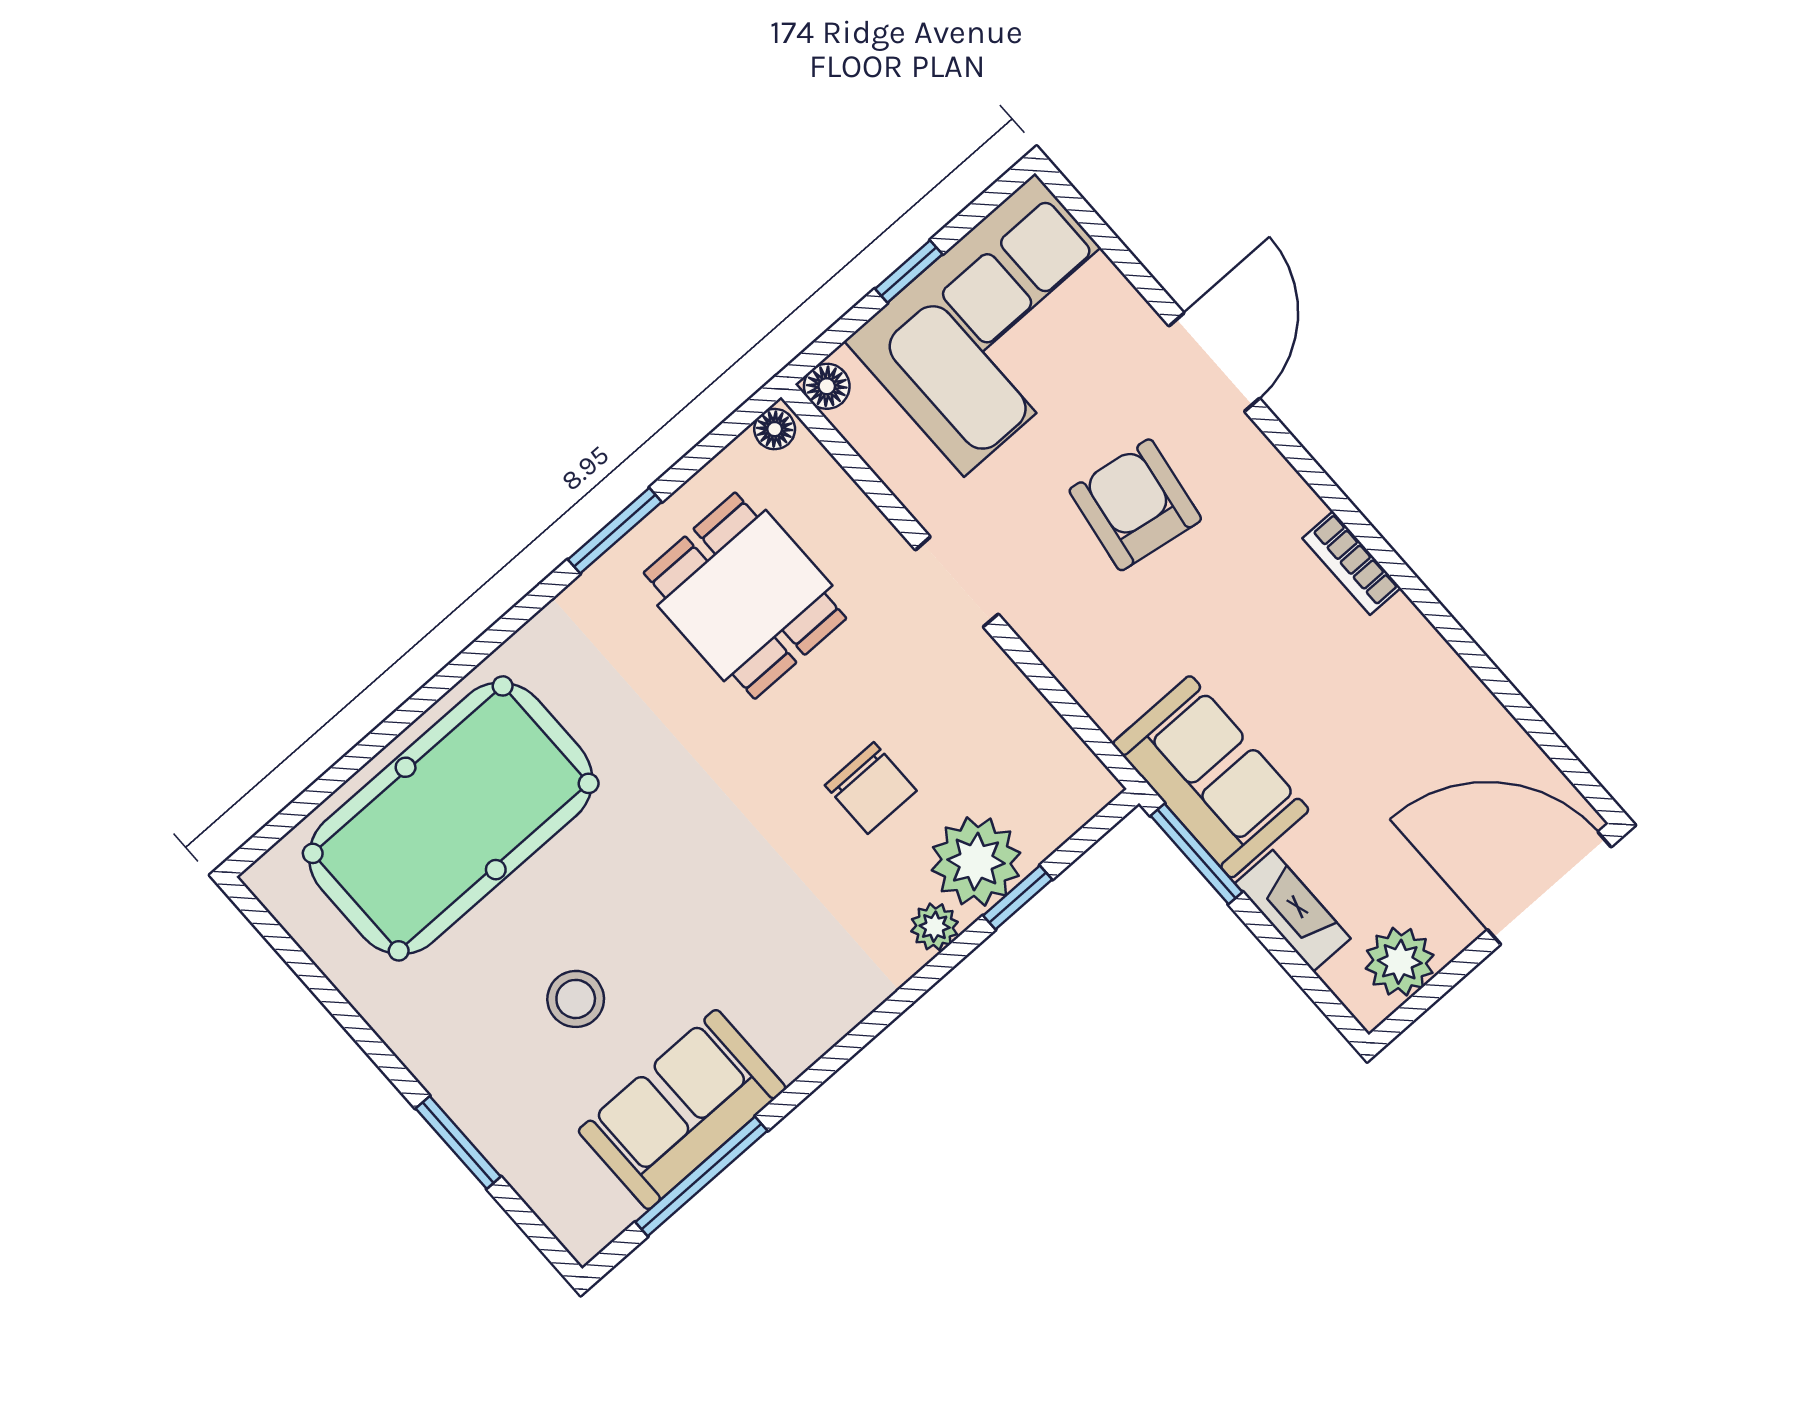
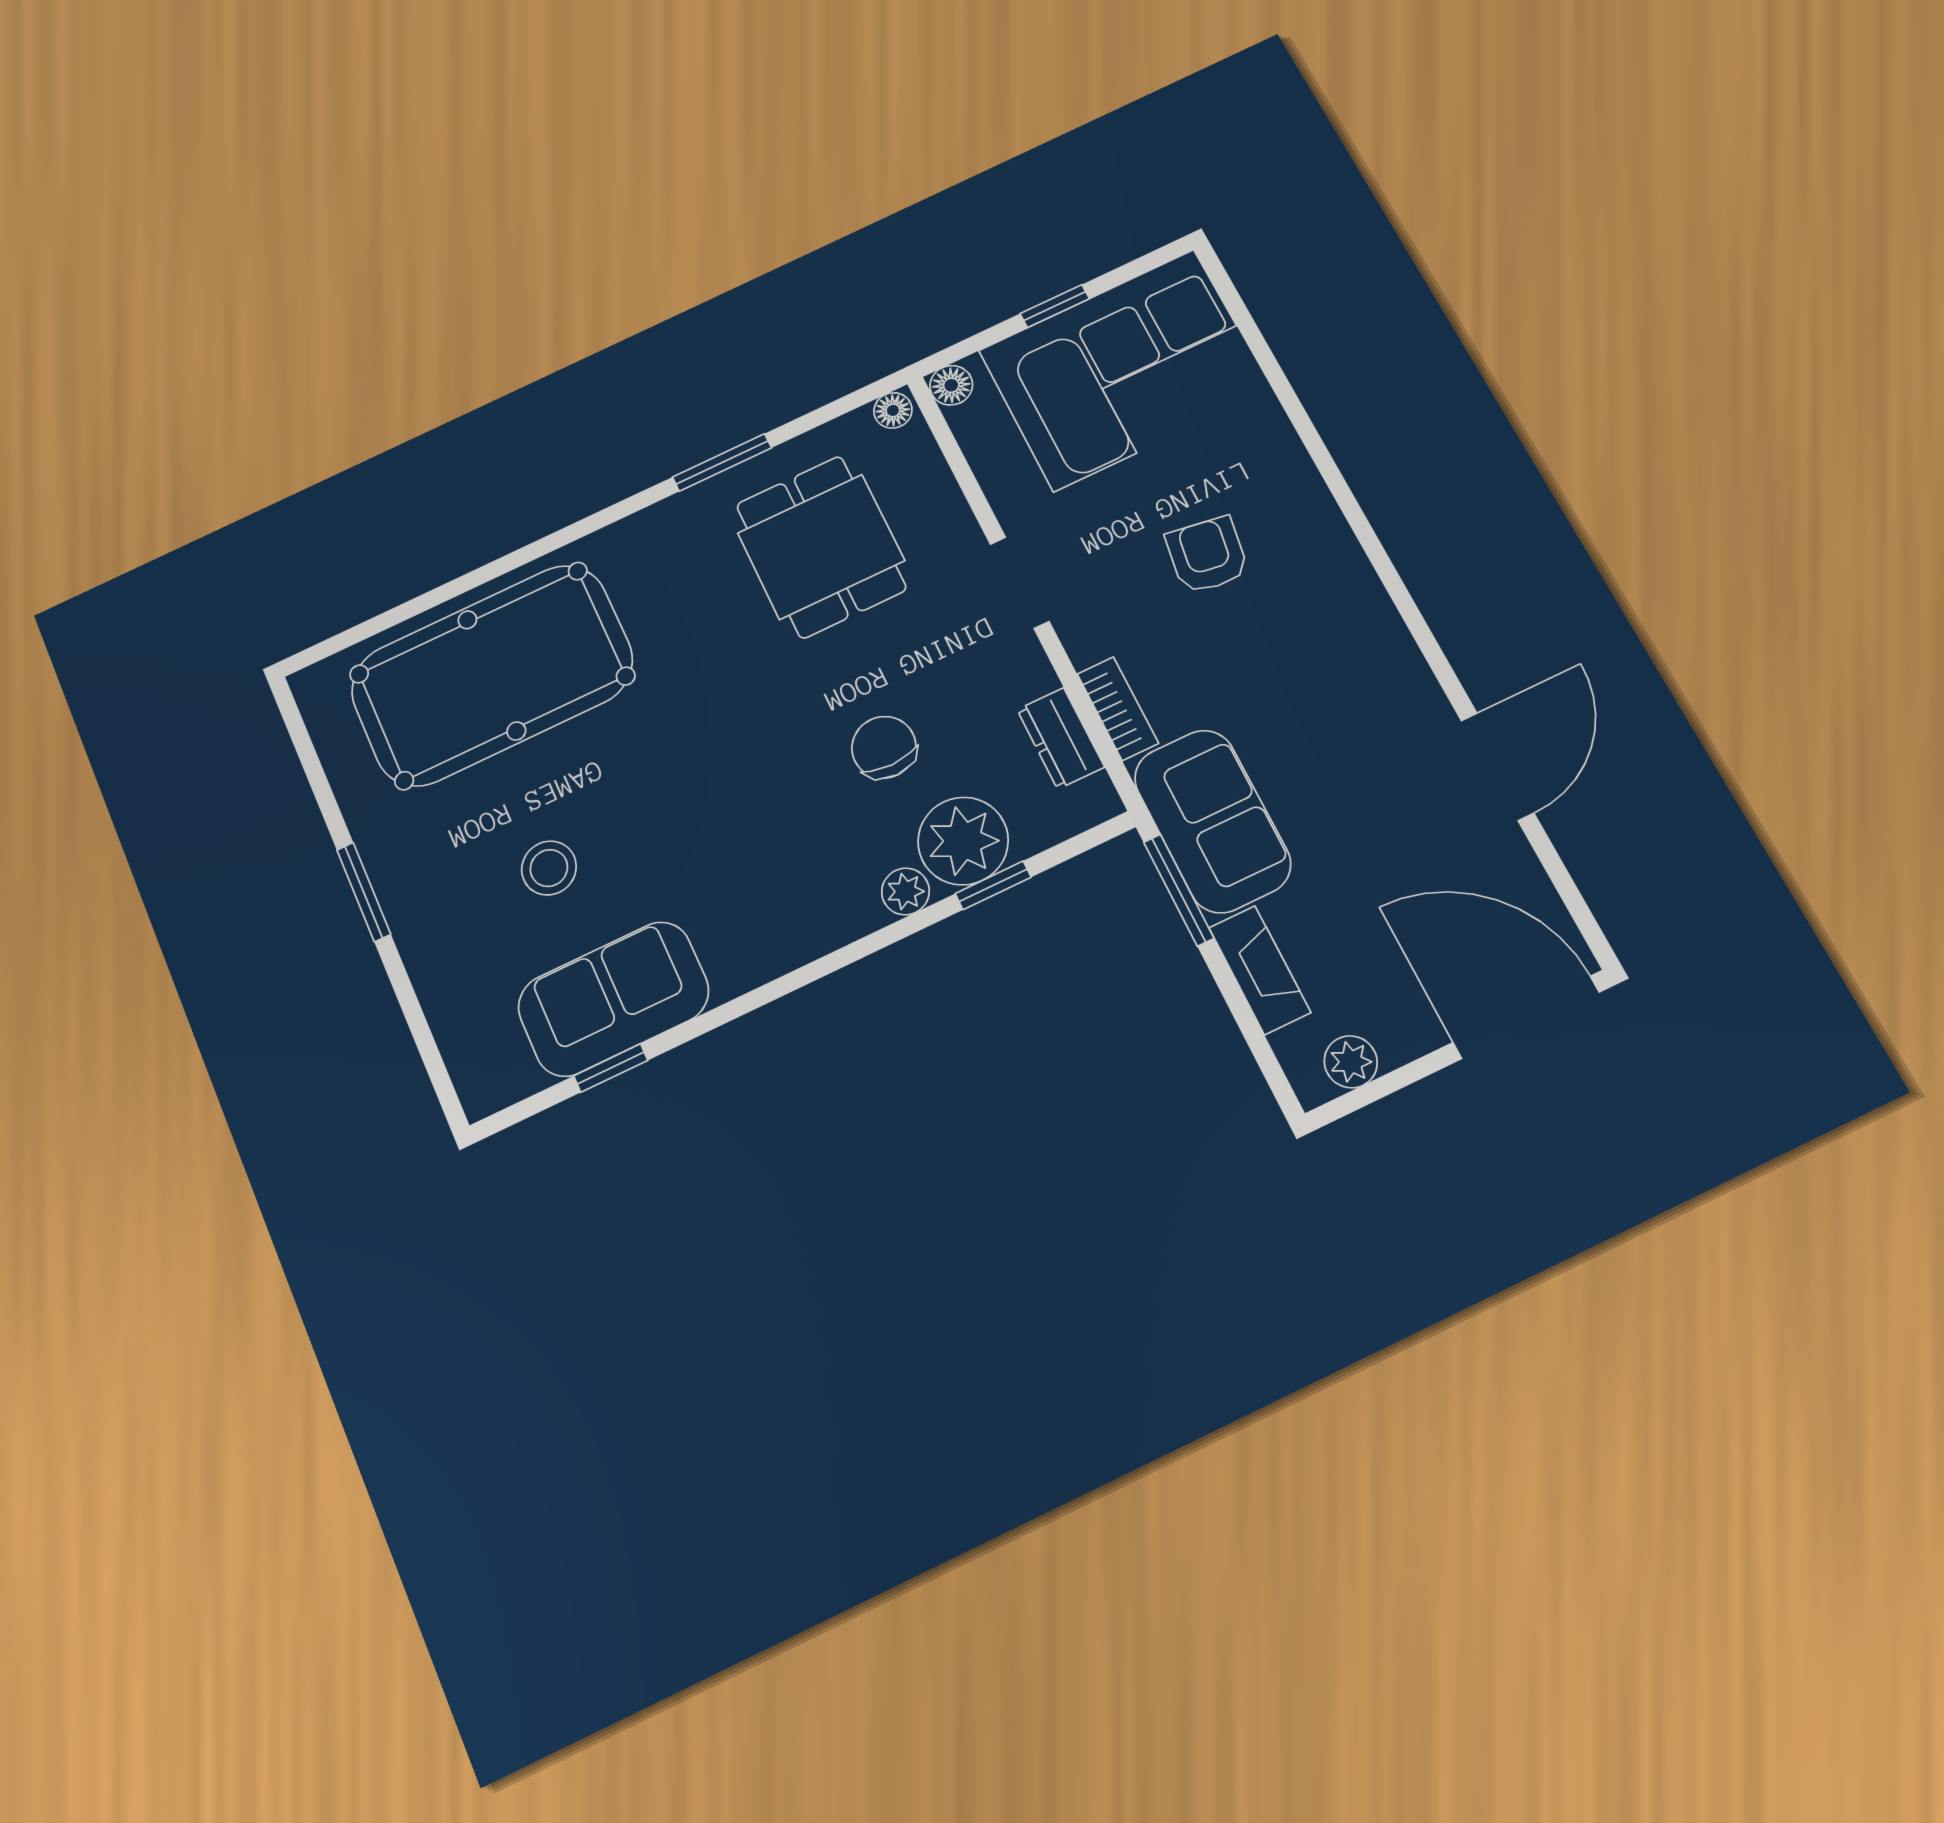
door: (1214, 362) -> (1497, 767), moved
armchair: (1135, 505) -> (1207, 555), width x0.72, depth x0.72
bookcase: (1352, 563) -> (1118, 709), moved, turned 180
dresser: (1042, 733) -> (1061, 738), added
chair: (871, 788) -> (884, 747), turned 180
plant: (1400, 962) -> (1351, 1062), width x0.73, depth x0.73
window: (458, 1143) -> (364, 892), moved
window: (701, 1176) -> (611, 1068), width x0.46

